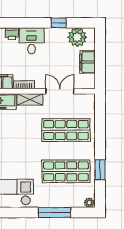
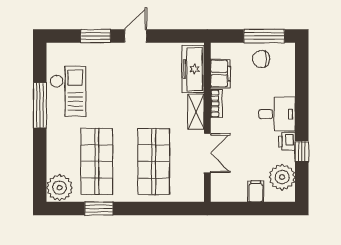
printer: (12, 34) -> (287, 141), moved
filing cabinet: (88, 62) -> (256, 191), width x0.50
plant: (89, 203) -> (59, 188), width x1.88, depth x1.88
window: (55, 212) -> (40, 105), moved

